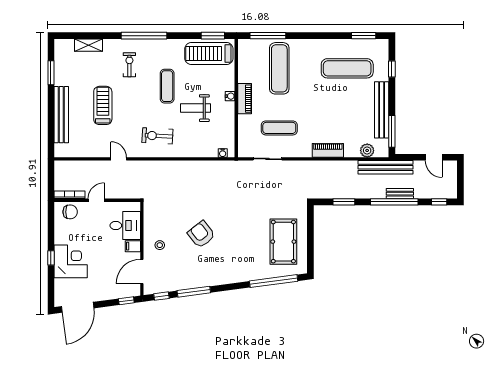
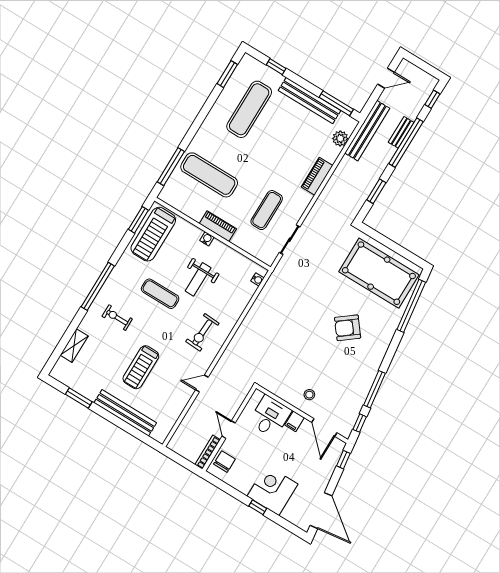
treadmill: (103, 105) -> (141, 367), turned -90
armchair: (201, 234) -> (348, 328), moved
pool table: (283, 242) -> (379, 273), width x1.36, depth x1.32

